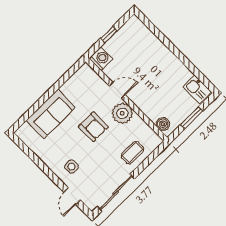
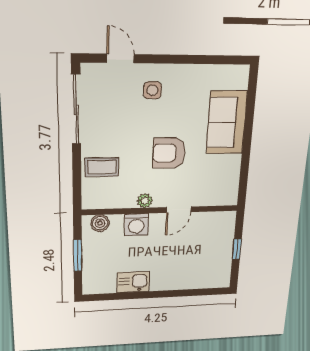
washing machine: (101, 59) -> (136, 225), moved
kitchen sink: (197, 89) -> (133, 282), moved
plant: (122, 113) -> (145, 201), width x0.53, depth x0.53
coffee table: (132, 153) -> (102, 167), turned 90

